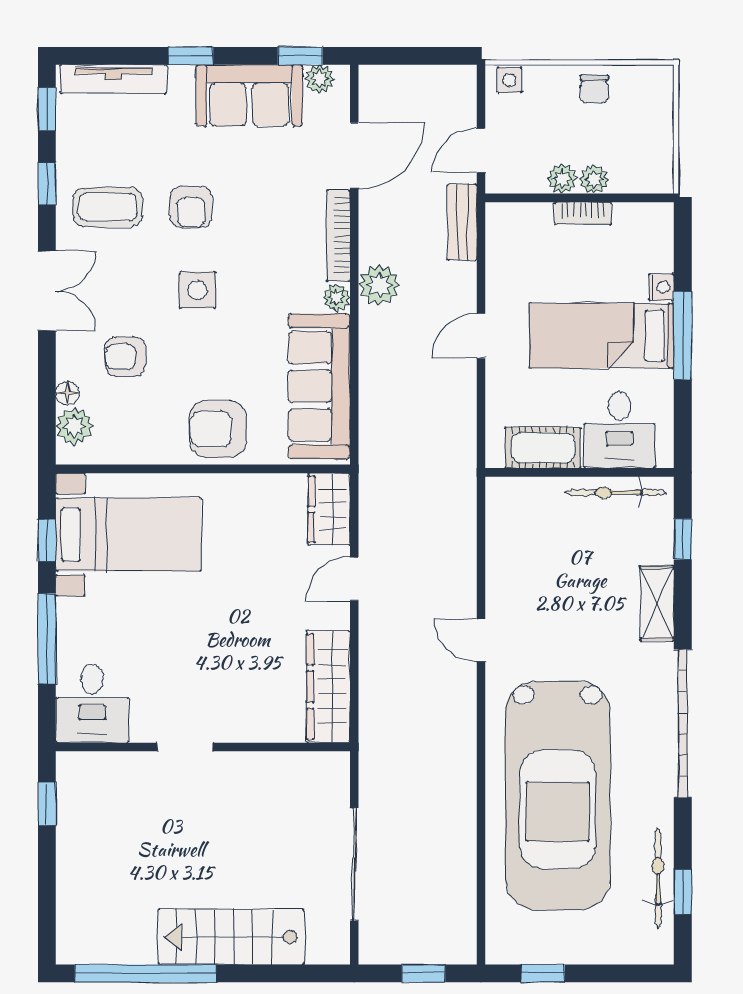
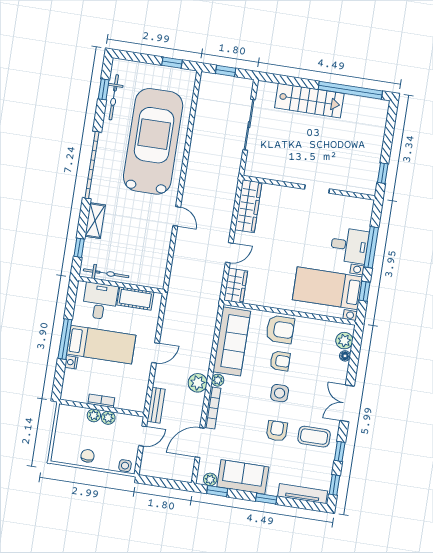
armchair: (125, 357) -> (280, 361), moved
desk: (92, 704) -> (349, 245), moved, turned 90

